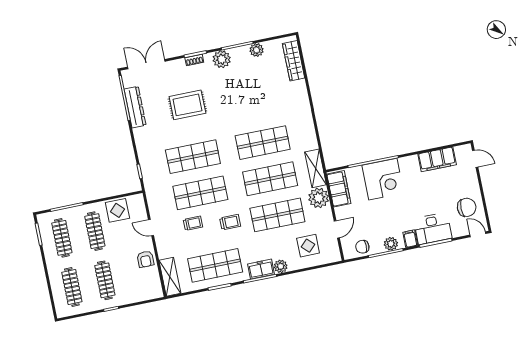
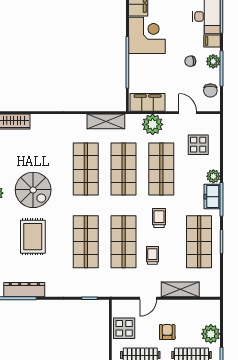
spiral stairs: (232, 96) -> (33, 190), added
shelving: (316, 168) -> (106, 121), moved
corner desk: (383, 179) -> (147, 35), moved
chair: (387, 222) -> (190, 61), added
armchair: (145, 259) -> (167, 332), moved, turned -90
shelving: (170, 277) -> (180, 289), moved
plant: (129, 295) -> (211, 334), added

